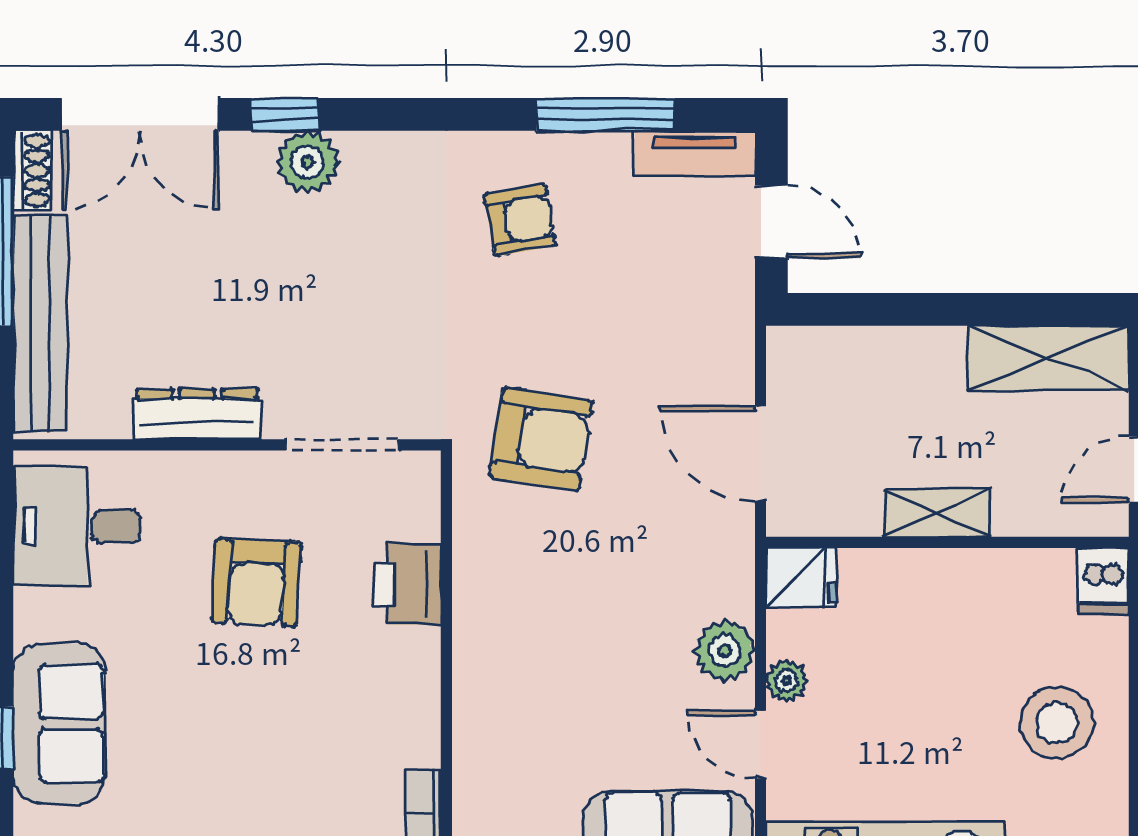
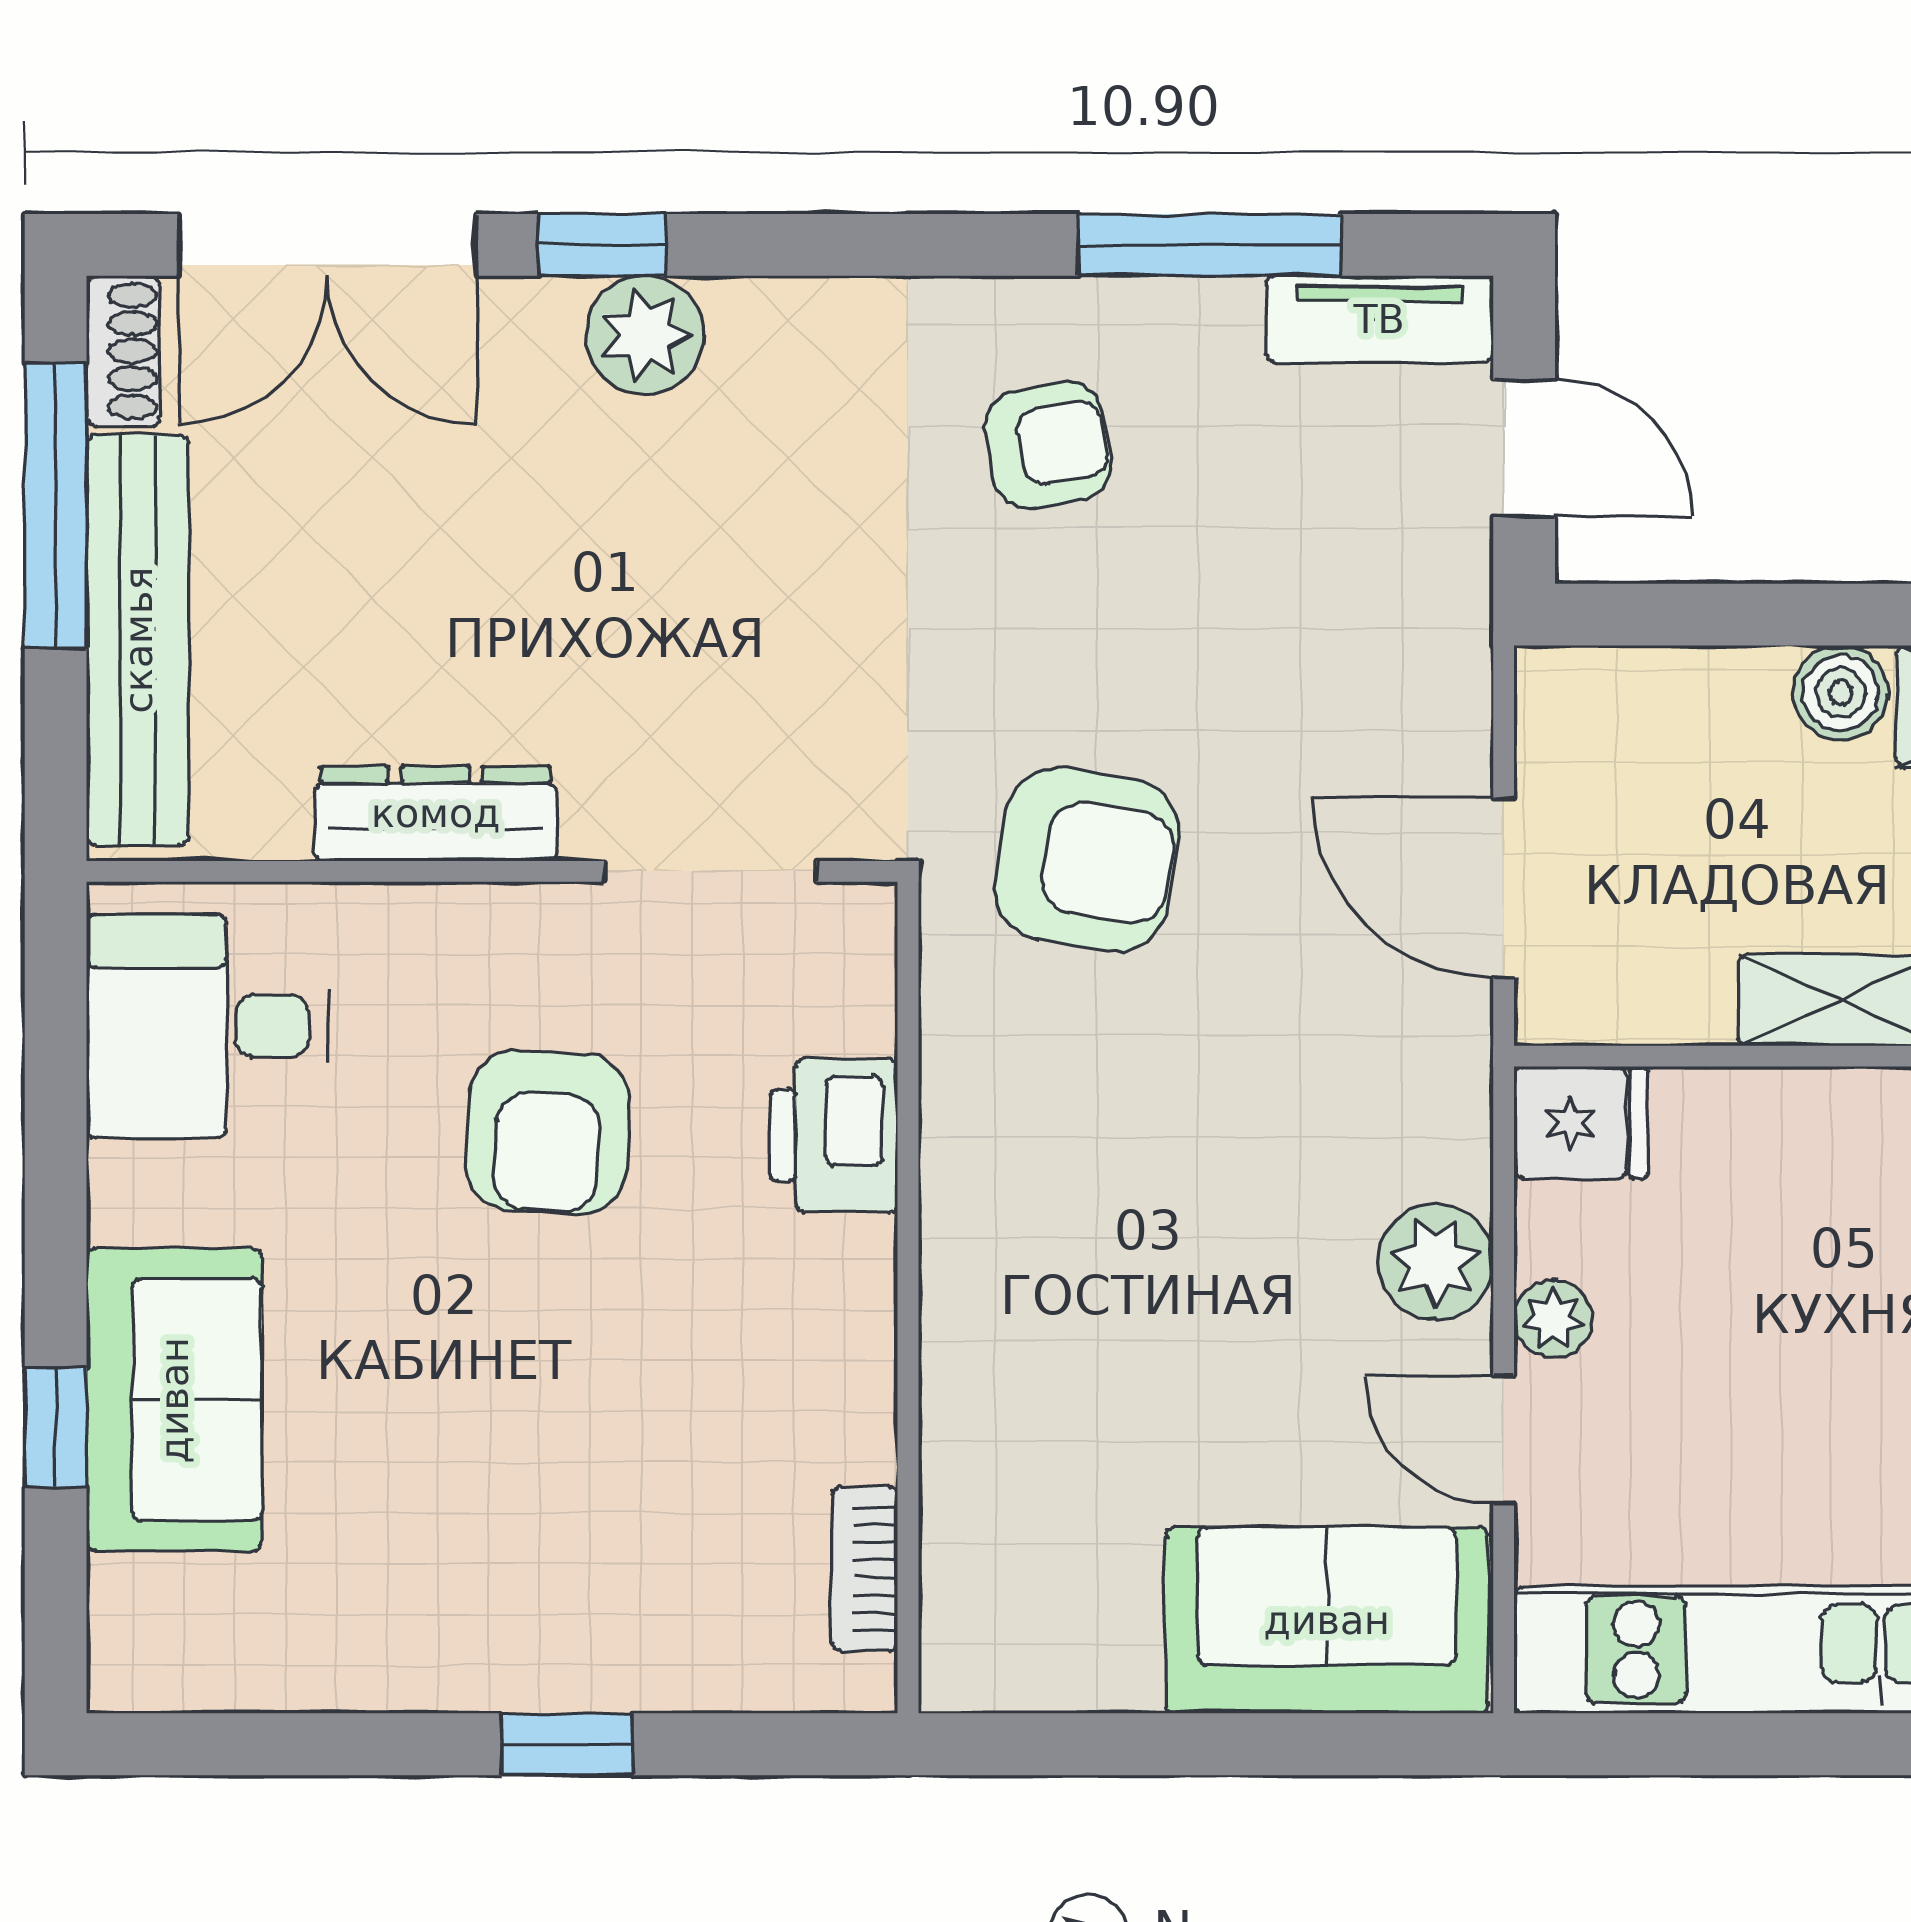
boiler: (938, 351) -> (1841, 693), added

